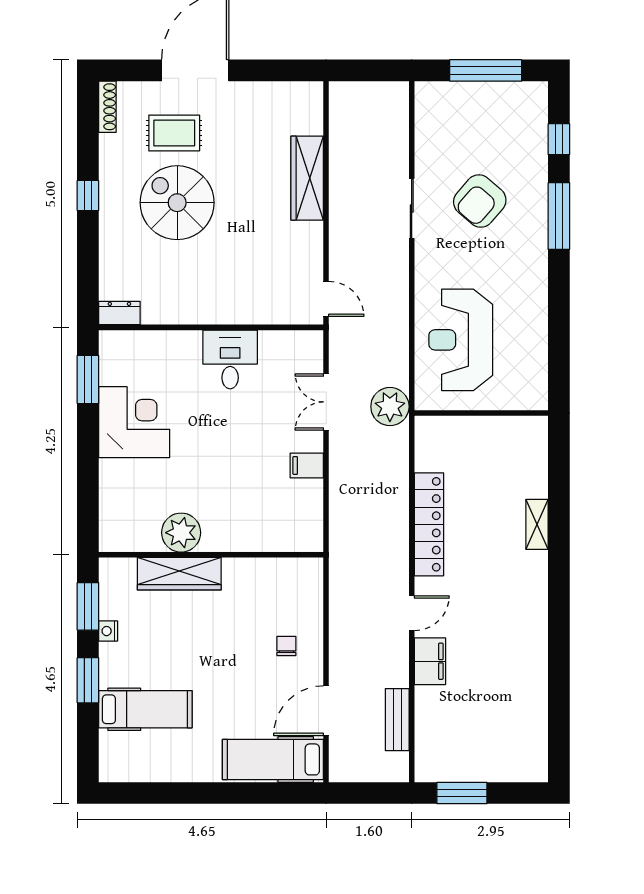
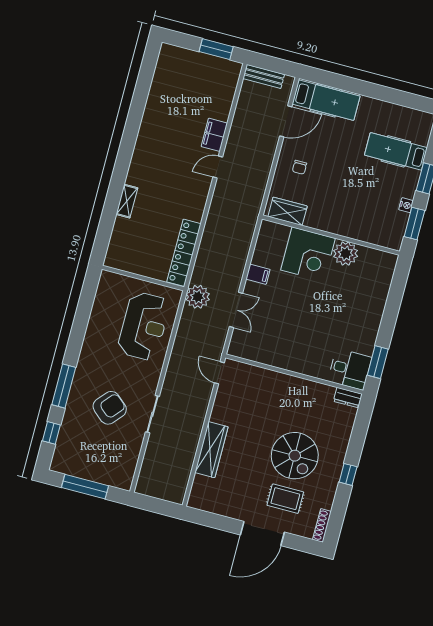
desk: (230, 359) -> (350, 369), moved, turned -90
corner desk: (134, 422) -> (308, 254), moved, turned -90
locker: (429, 524) -> (184, 253), moved
wardrobe: (179, 574) -> (288, 211), moved, width x0.67
bench: (397, 720) -> (264, 76), moved, turned 90

